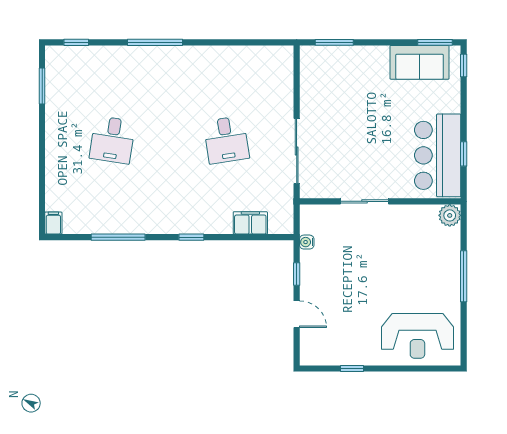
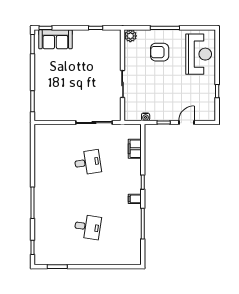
sofa: (420, 62) -> (55, 39), moved, turned 90
bar counter: (438, 155) -> (96, 43), removed
filing cabinet: (53, 223) -> (135, 199), moved
armchair: (421, 267) -> (160, 52), added

